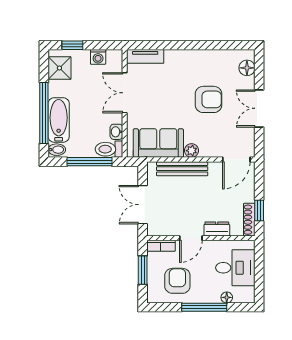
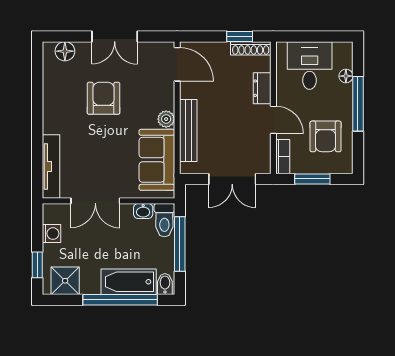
tv unit: (145, 56) -> (51, 167), width x1.41
armchair: (177, 281) -> (326, 136), turned -90

